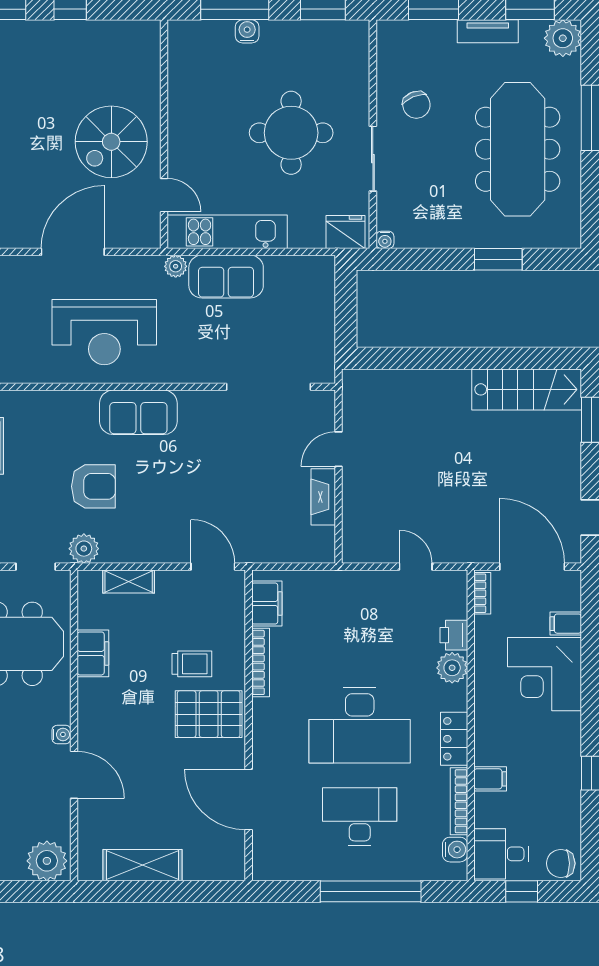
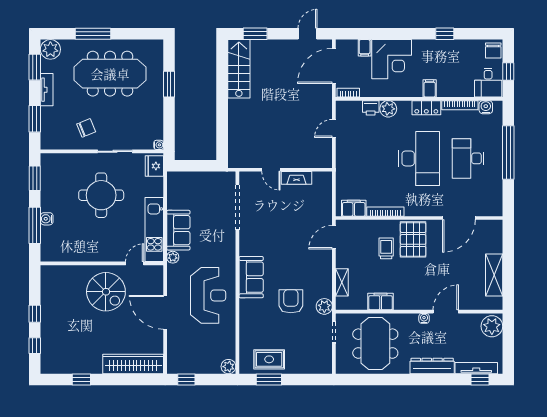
filing cabinet: (490, 779) -> (430, 88), moved

